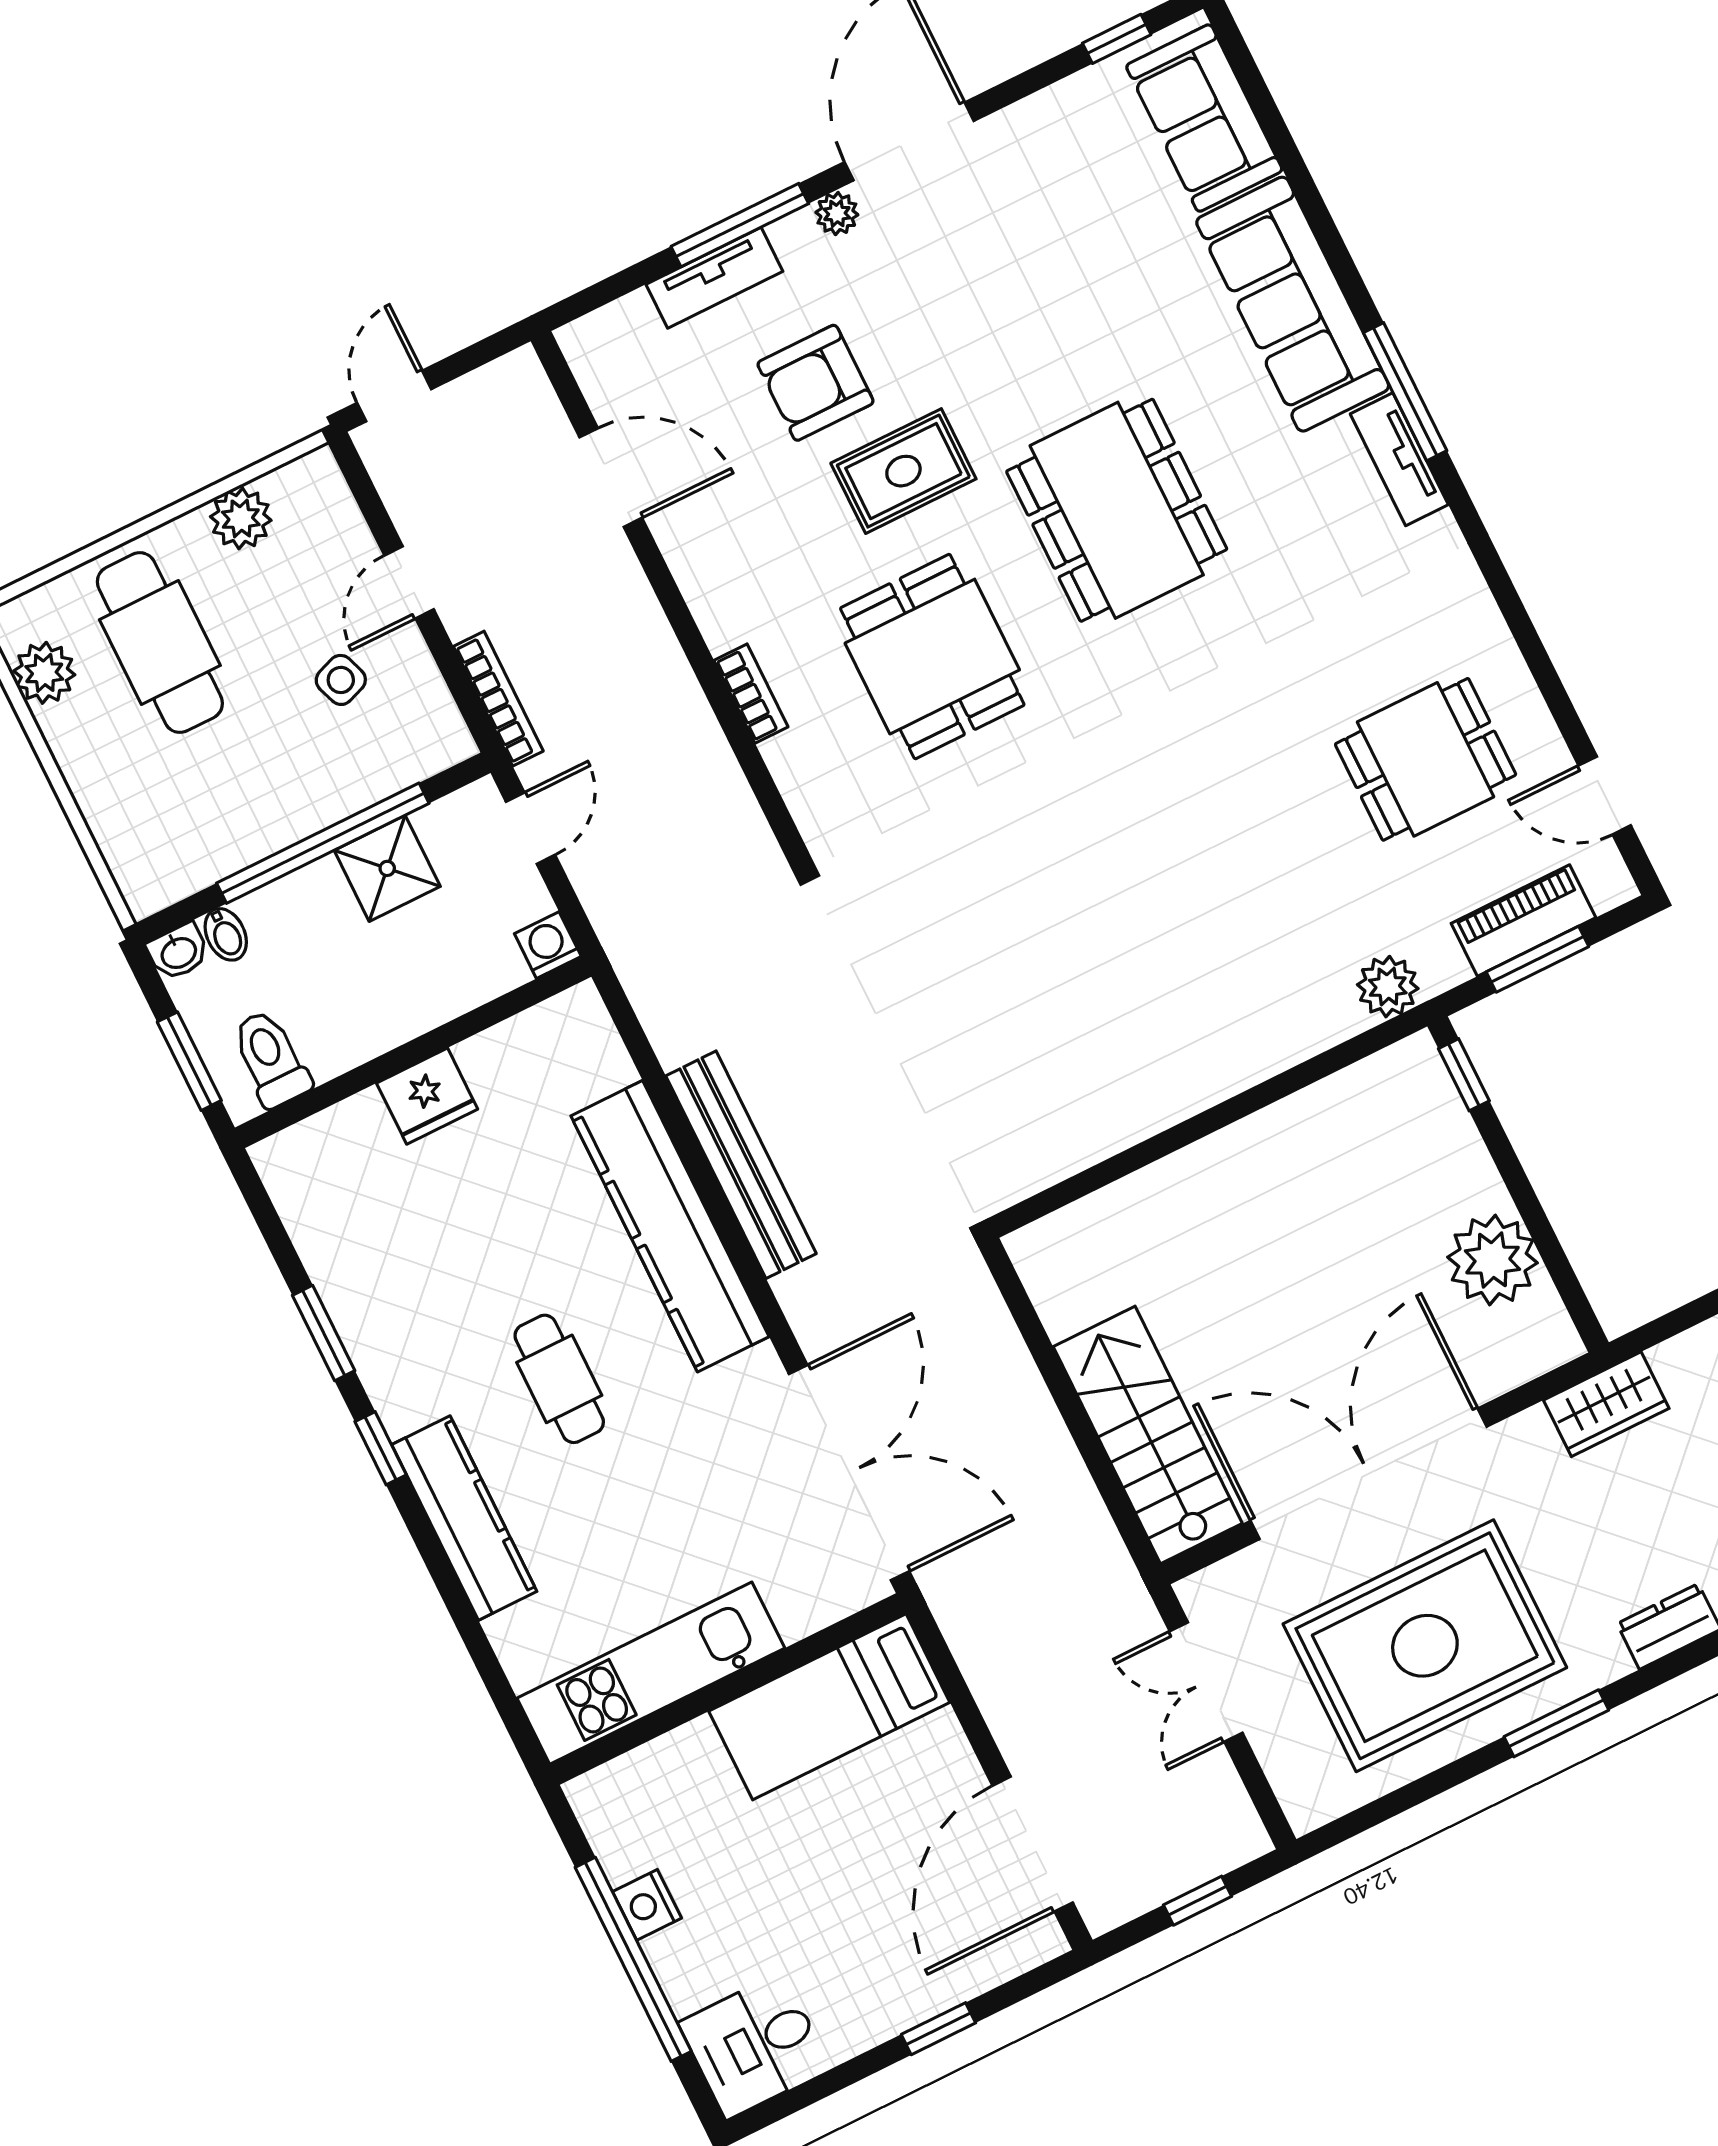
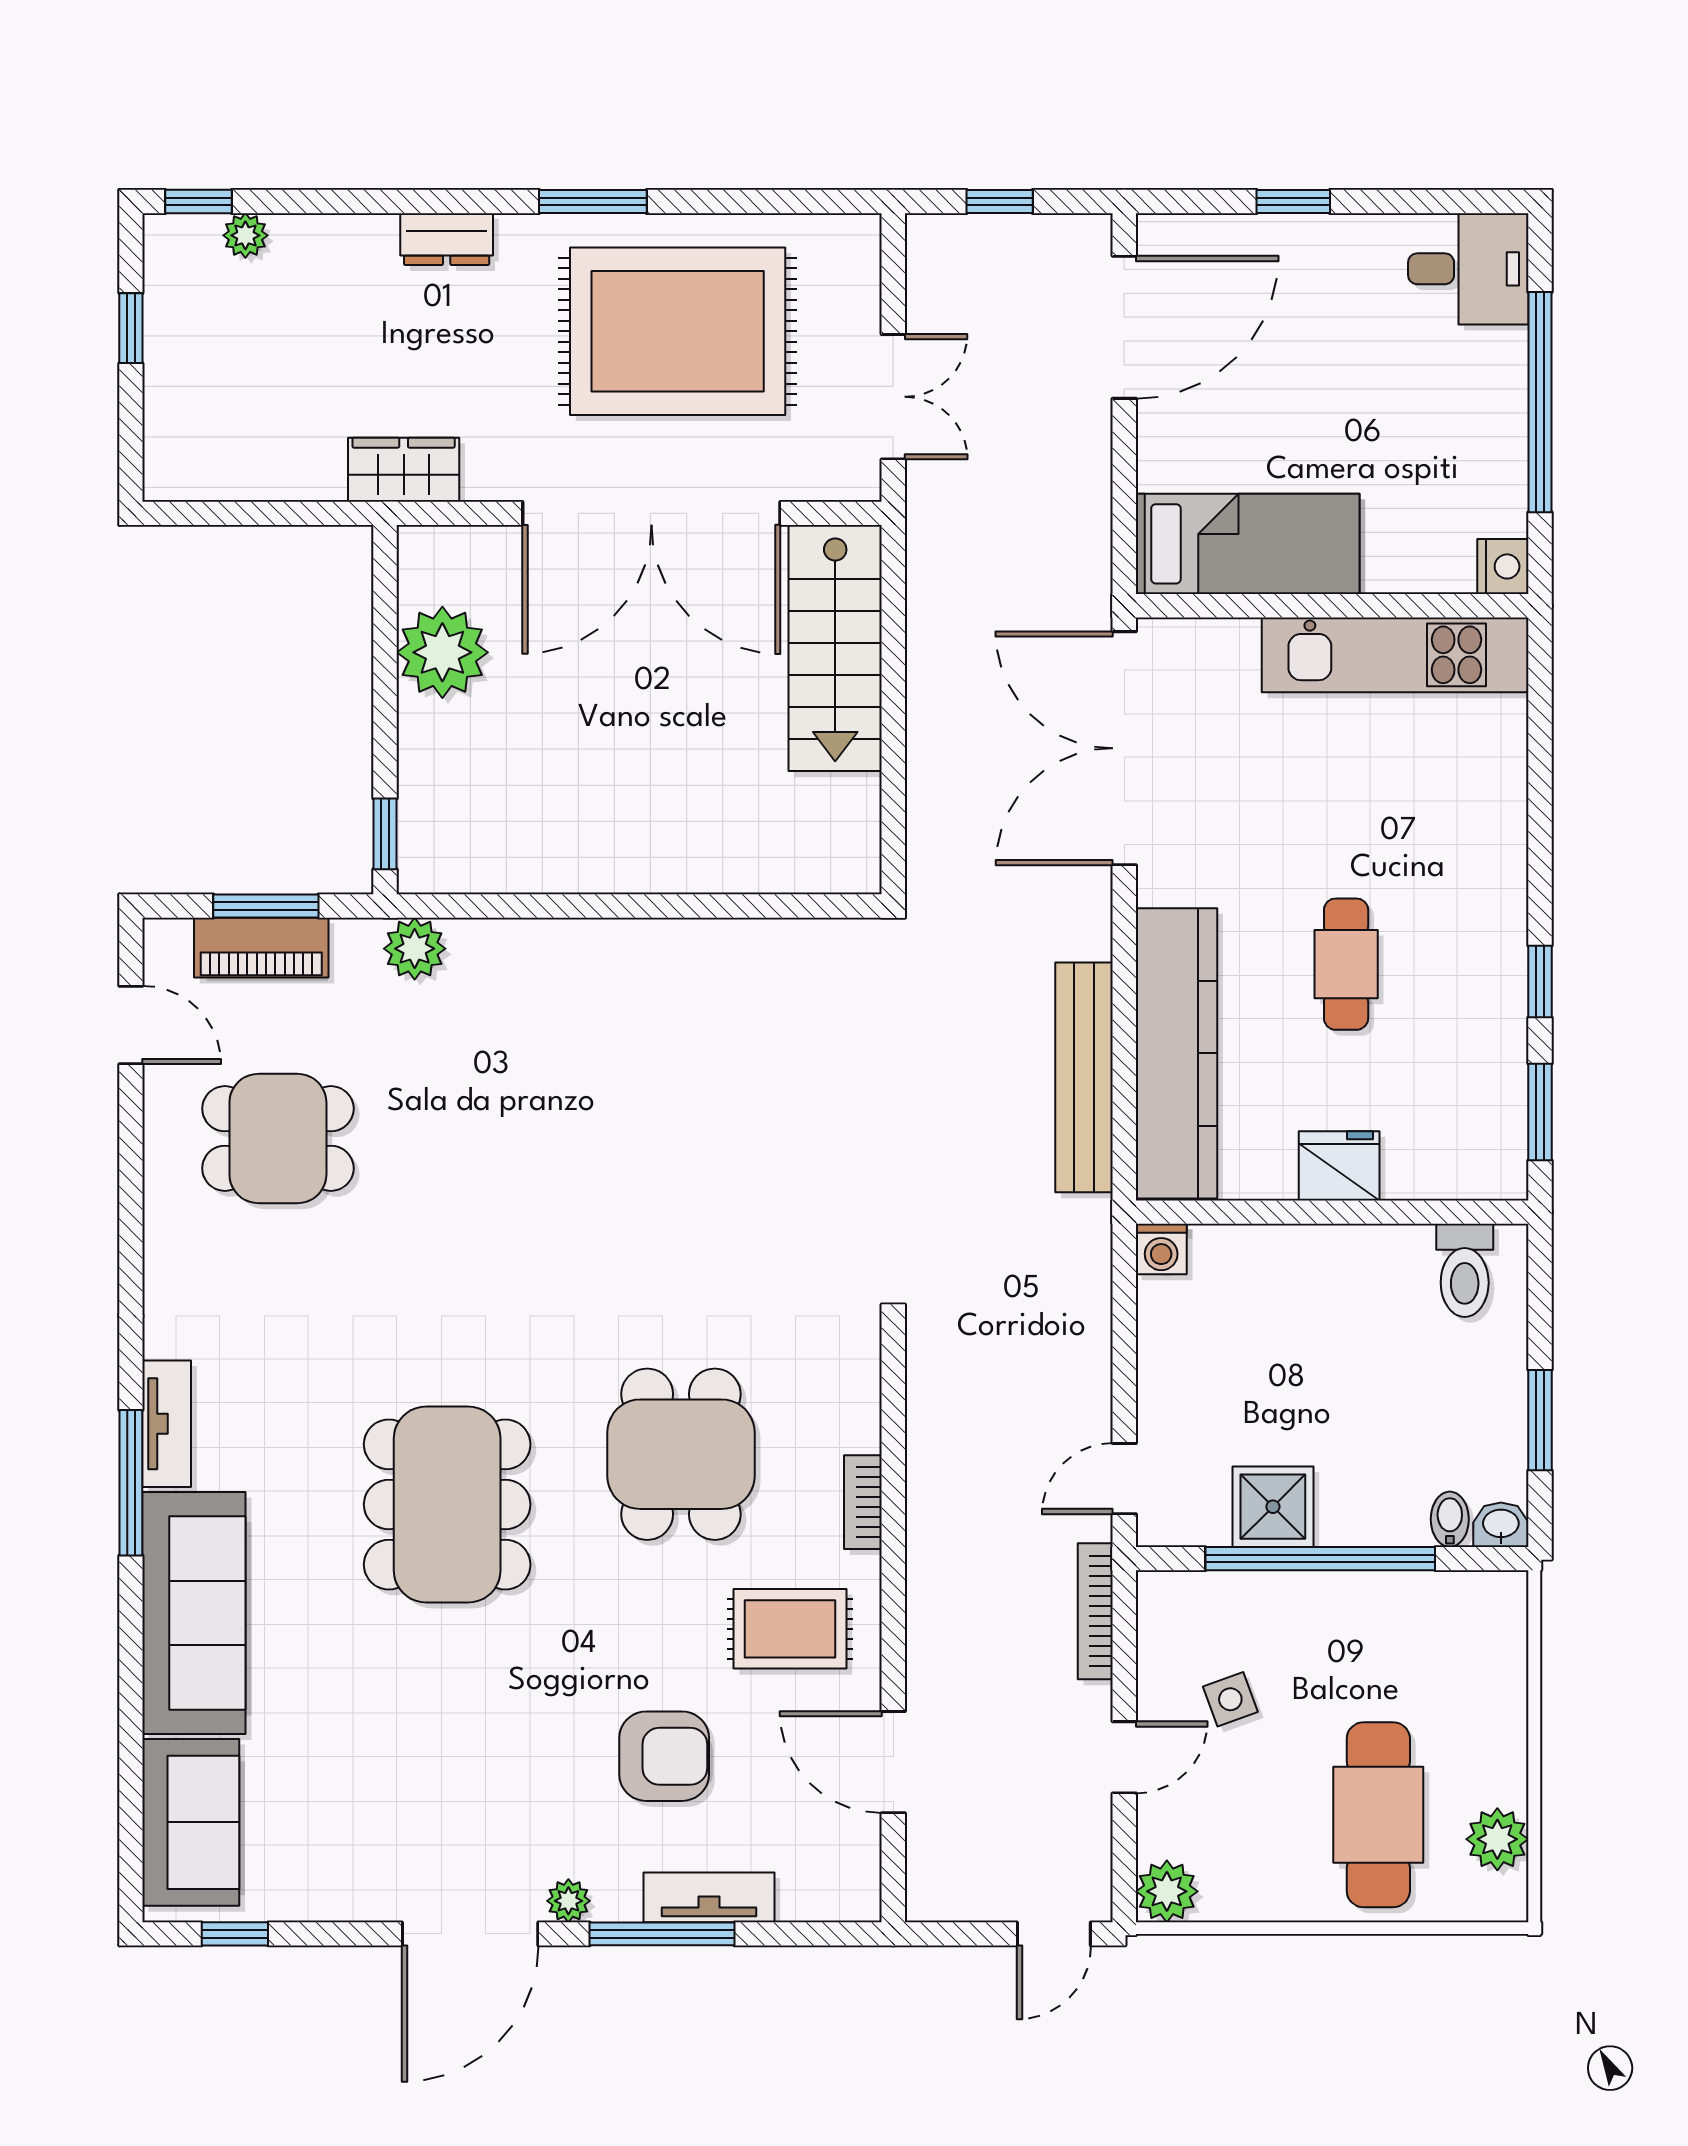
rug: (903, 471) -> (790, 1629), moved
plant: (241, 518) -> (1167, 1891), moved
washing machine: (548, 945) -> (1161, 1249), moved
wall: (413, 1052) -> (1332, 1212), moved
toilet: (271, 1059) -> (1465, 1270), moved
fridge: (427, 1096) -> (1339, 1166), moved
kitchen counter: (464, 1518) -> (1495, 880), removed
nightstand: (647, 1905) -> (1503, 566), moved

